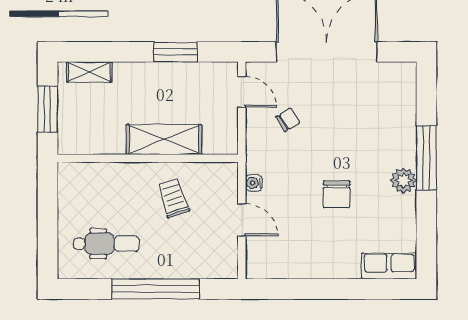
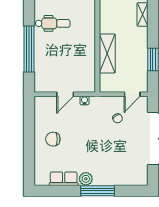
chair: (337, 194) -> (53, 139), moved
trolley: (173, 198) -> (77, 58), removed
dental chair: (106, 244) -> (53, 23), turned -90
row of seats: (389, 266) -> (64, 179), moved, turned -90

